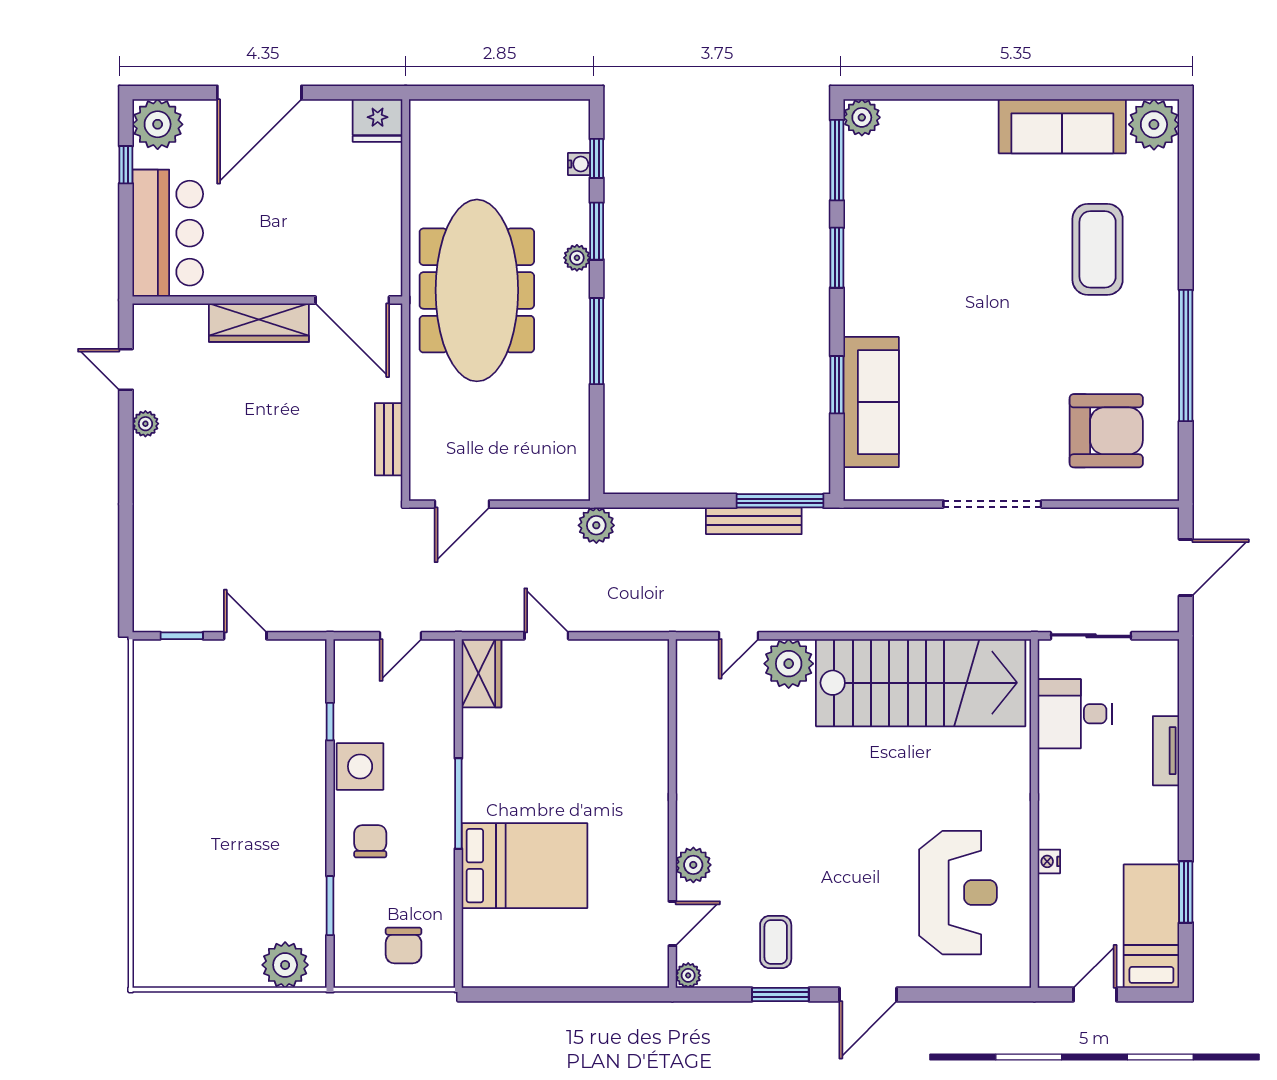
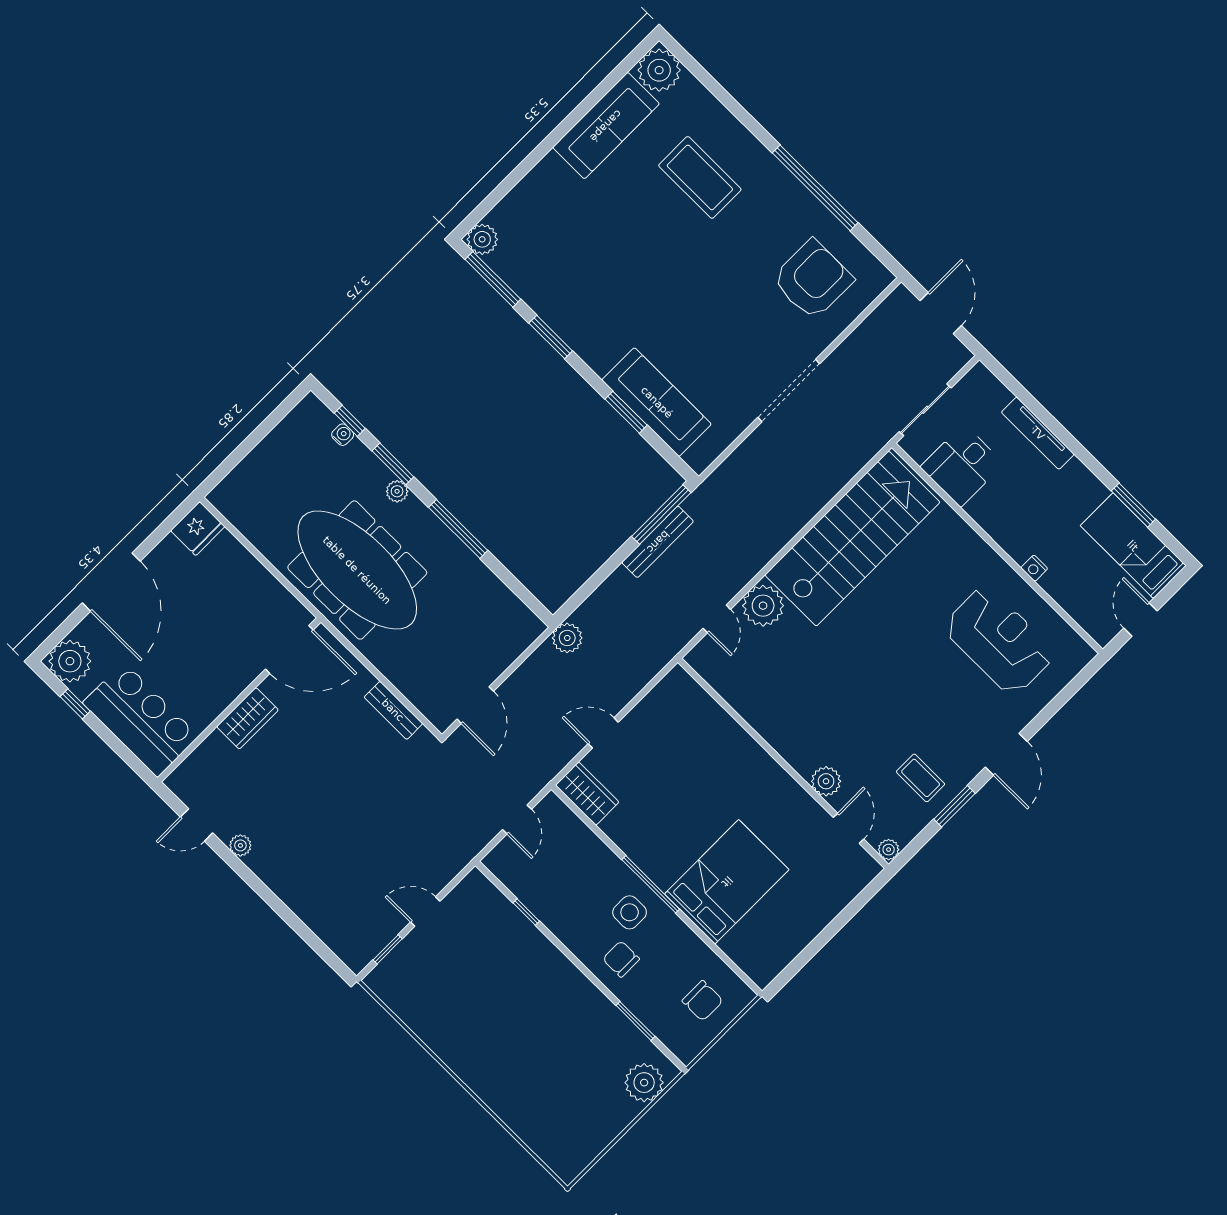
wardrobe: (259, 323) -> (248, 718), width x0.67
tv unit: (1166, 751) -> (1038, 433), width x1.41
side table: (360, 766) -> (630, 912), moved, width x0.73, depth x0.73

